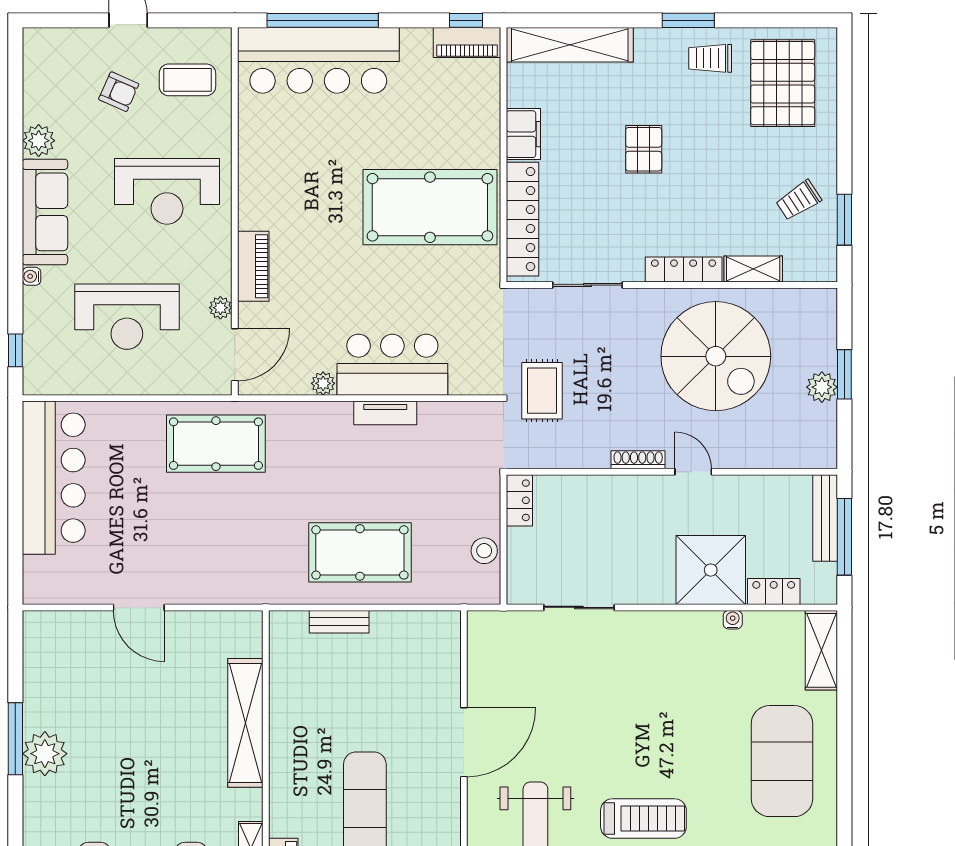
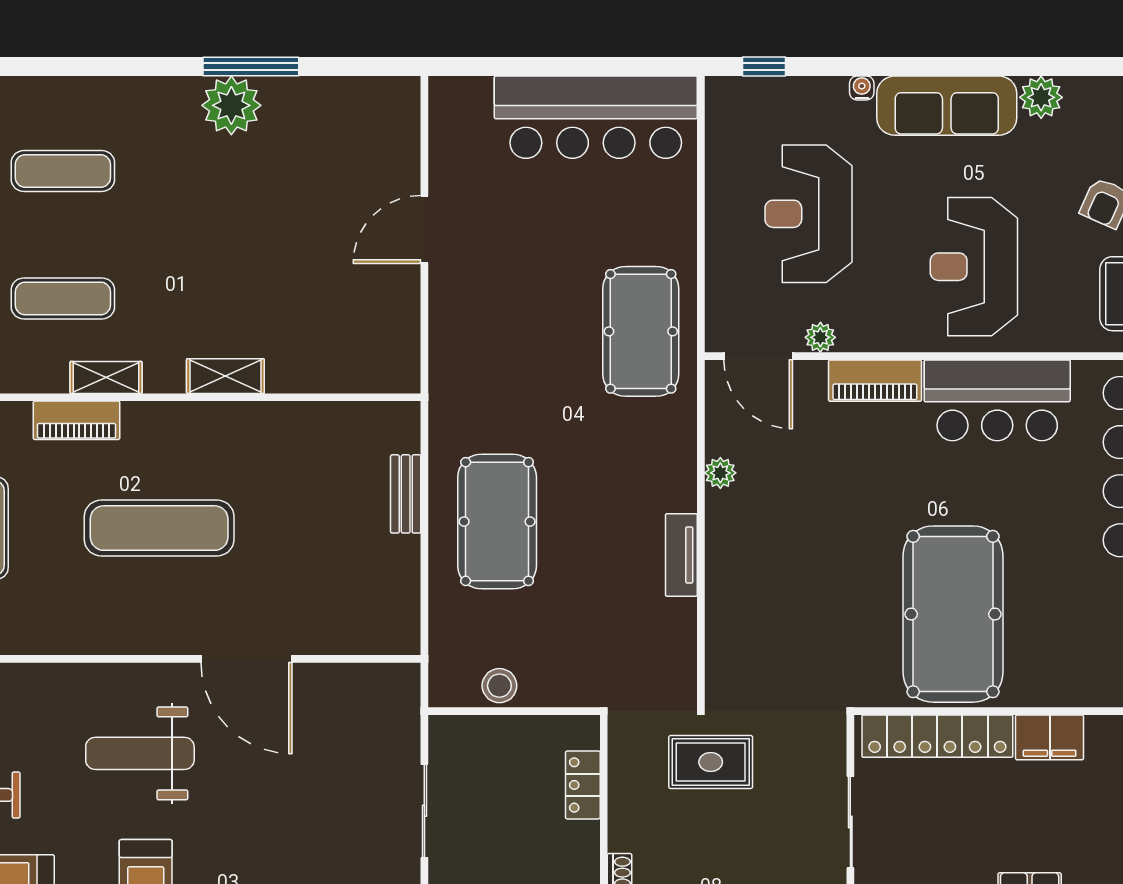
bar counter: (392, 365) -> (997, 400), moved, turned 90
locker: (519, 500) -> (583, 785), moved, turned 90
shelving: (245, 723) -> (225, 376), width x0.45, depth x0.75

